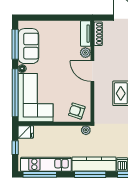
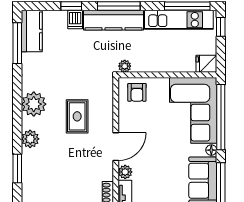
door: (92, 71) -> (116, 147), hinge flipped
armchair: (77, 111) -> (137, 92), turned 72
window: (15, 148) -> (221, 27), moved

